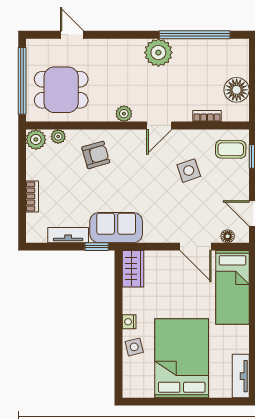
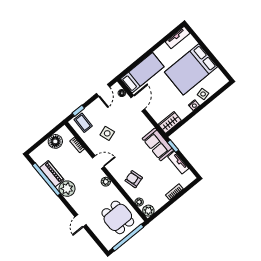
door: (72, 35) -> (81, 221), moved
piano: (196, 48) -> (52, 174), added

